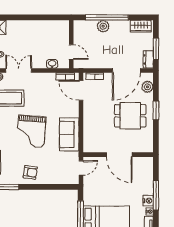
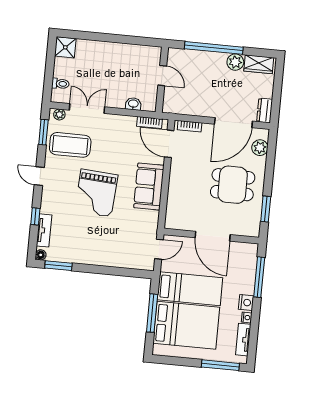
plant: (103, 26) -> (235, 62), moved
window: (156, 49) -> (276, 97), removed
door: (71, 52) -> (162, 76), moved
window: (156, 110) -> (266, 209), moved
sofa: (69, 134) -> (149, 187), moved
armchair: (30, 172) -> (89, 249), removed
bed: (106, 195) -> (190, 289), added
window: (156, 195) -> (259, 277), moved

